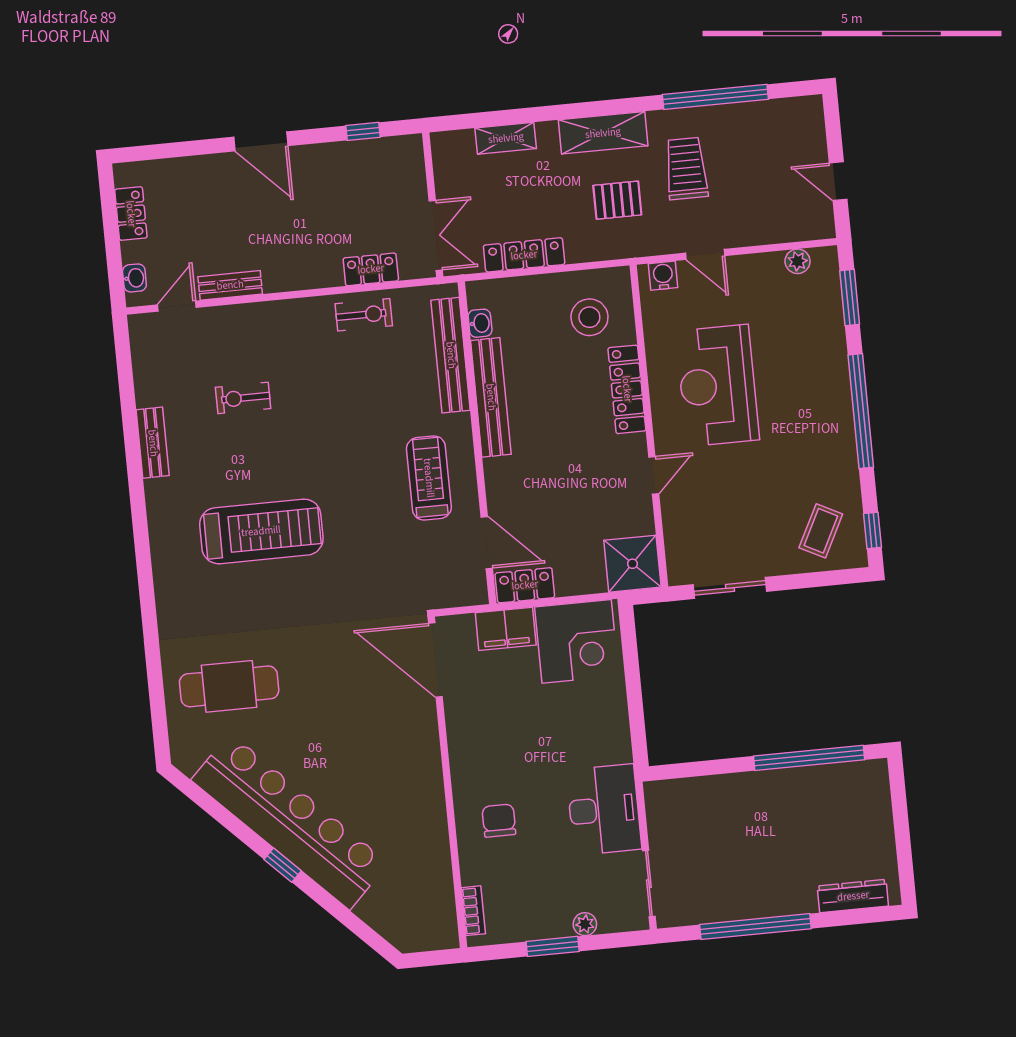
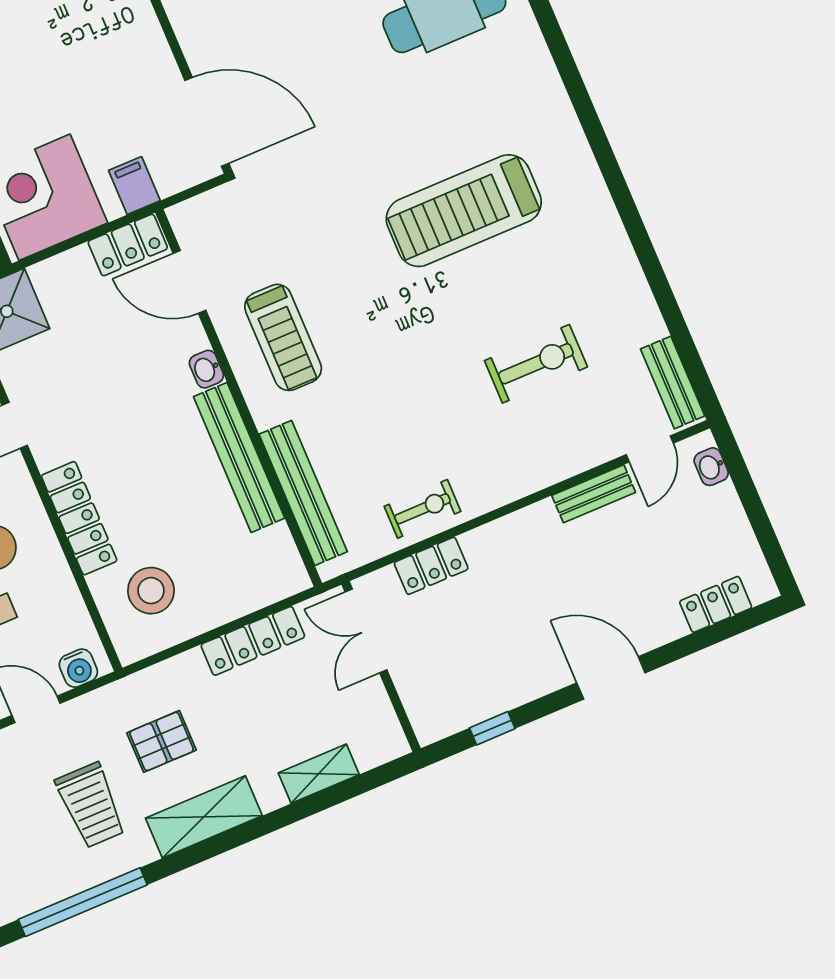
locker: (131, 214) -> (716, 604), moved, turned 90
exercise bike: (364, 315) -> (422, 509), turned 180
washbasin: (480, 323) -> (206, 369), moved
exercise bike: (243, 398) -> (536, 364), width x1.38, depth x1.39
bench: (153, 443) -> (673, 382), moved
filing cabinet: (506, 629) -> (134, 186), width x0.50

